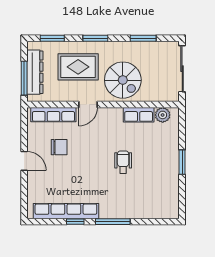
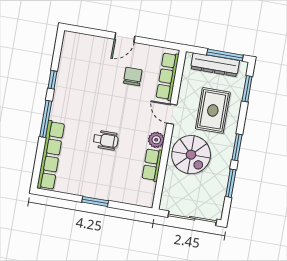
window: (95, 38) -> (237, 147), moved
window: (24, 78) -> (225, 55), moved
spiral stairs: (123, 80) -> (191, 155), turned -90
plant: (163, 115) -> (156, 140), moved
chair: (59, 147) -> (133, 77), turned 180
row of seats: (66, 211) -> (51, 155), moved

